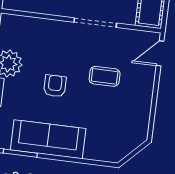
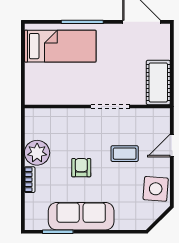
door: (160, 53) -> (172, 146), moved
side table: (134, 119) -> (156, 189), added

